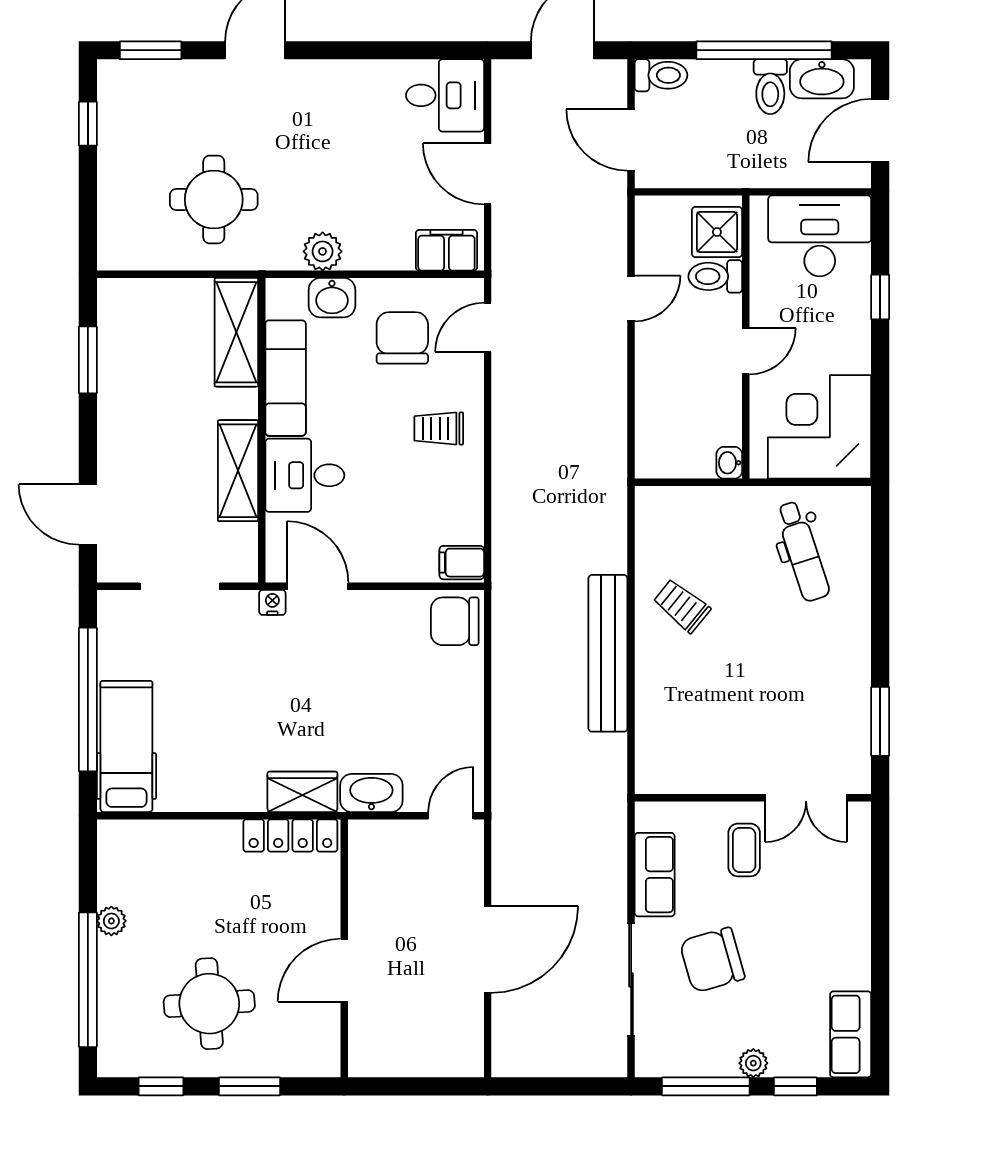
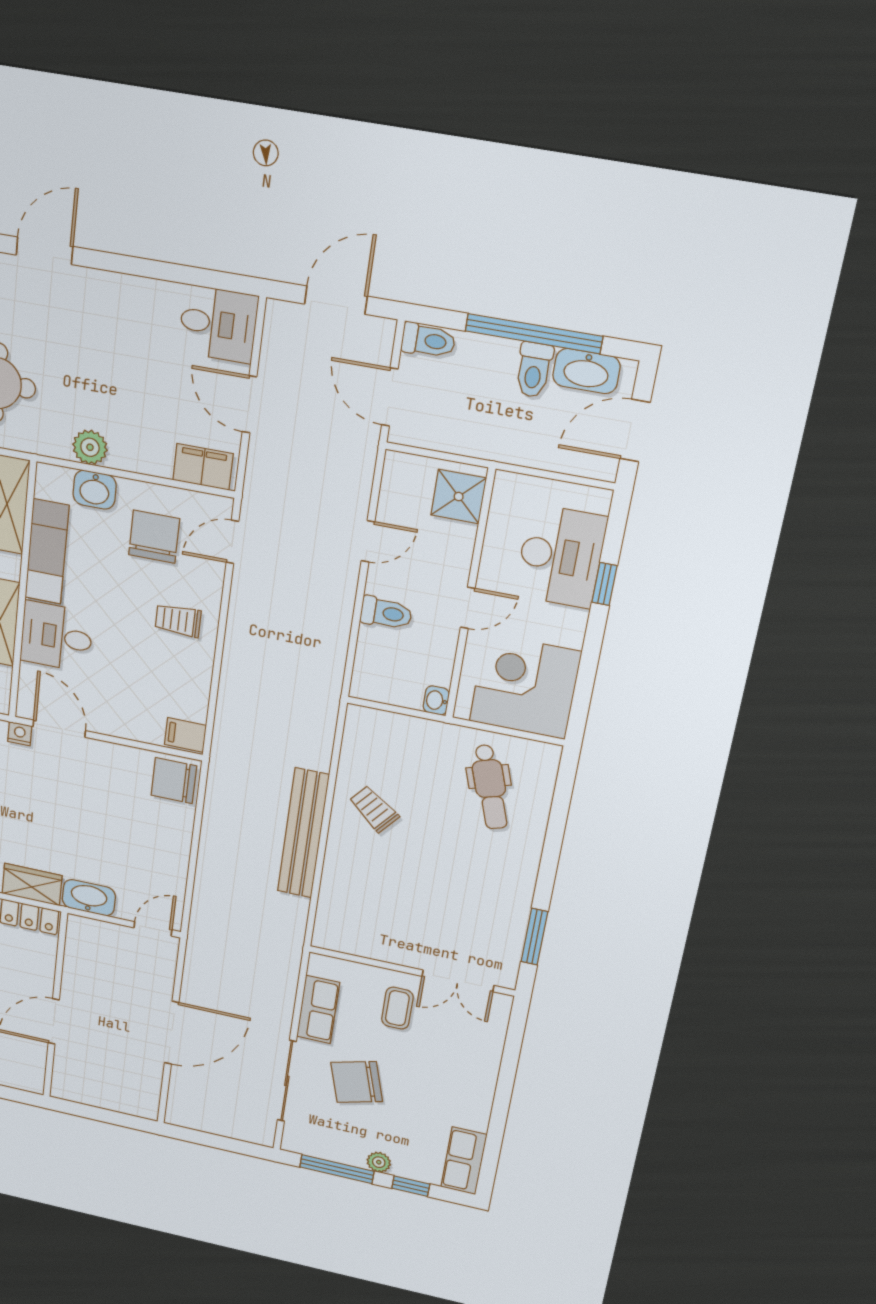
desk: (820, 236) -> (561, 556), moved, turned 90
toilet: (715, 276) -> (386, 613), moved, turned 180

